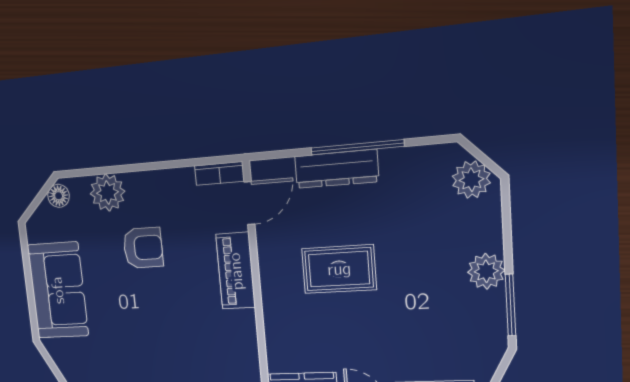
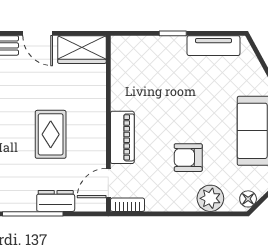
dresser: (337, 169) -> (56, 201), width x0.70
rug: (339, 269) -> (51, 134), turned 90

